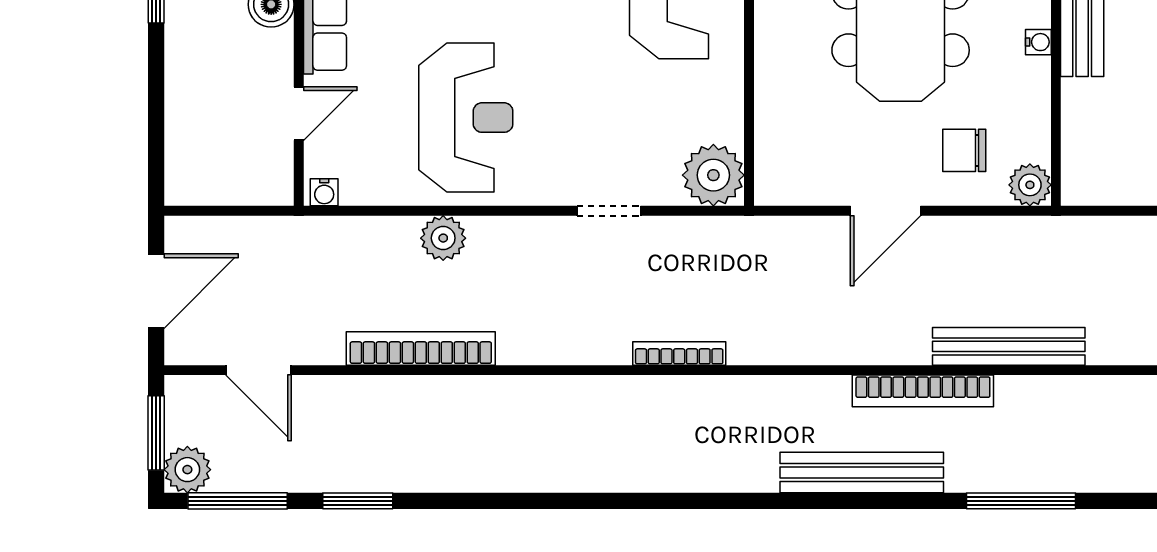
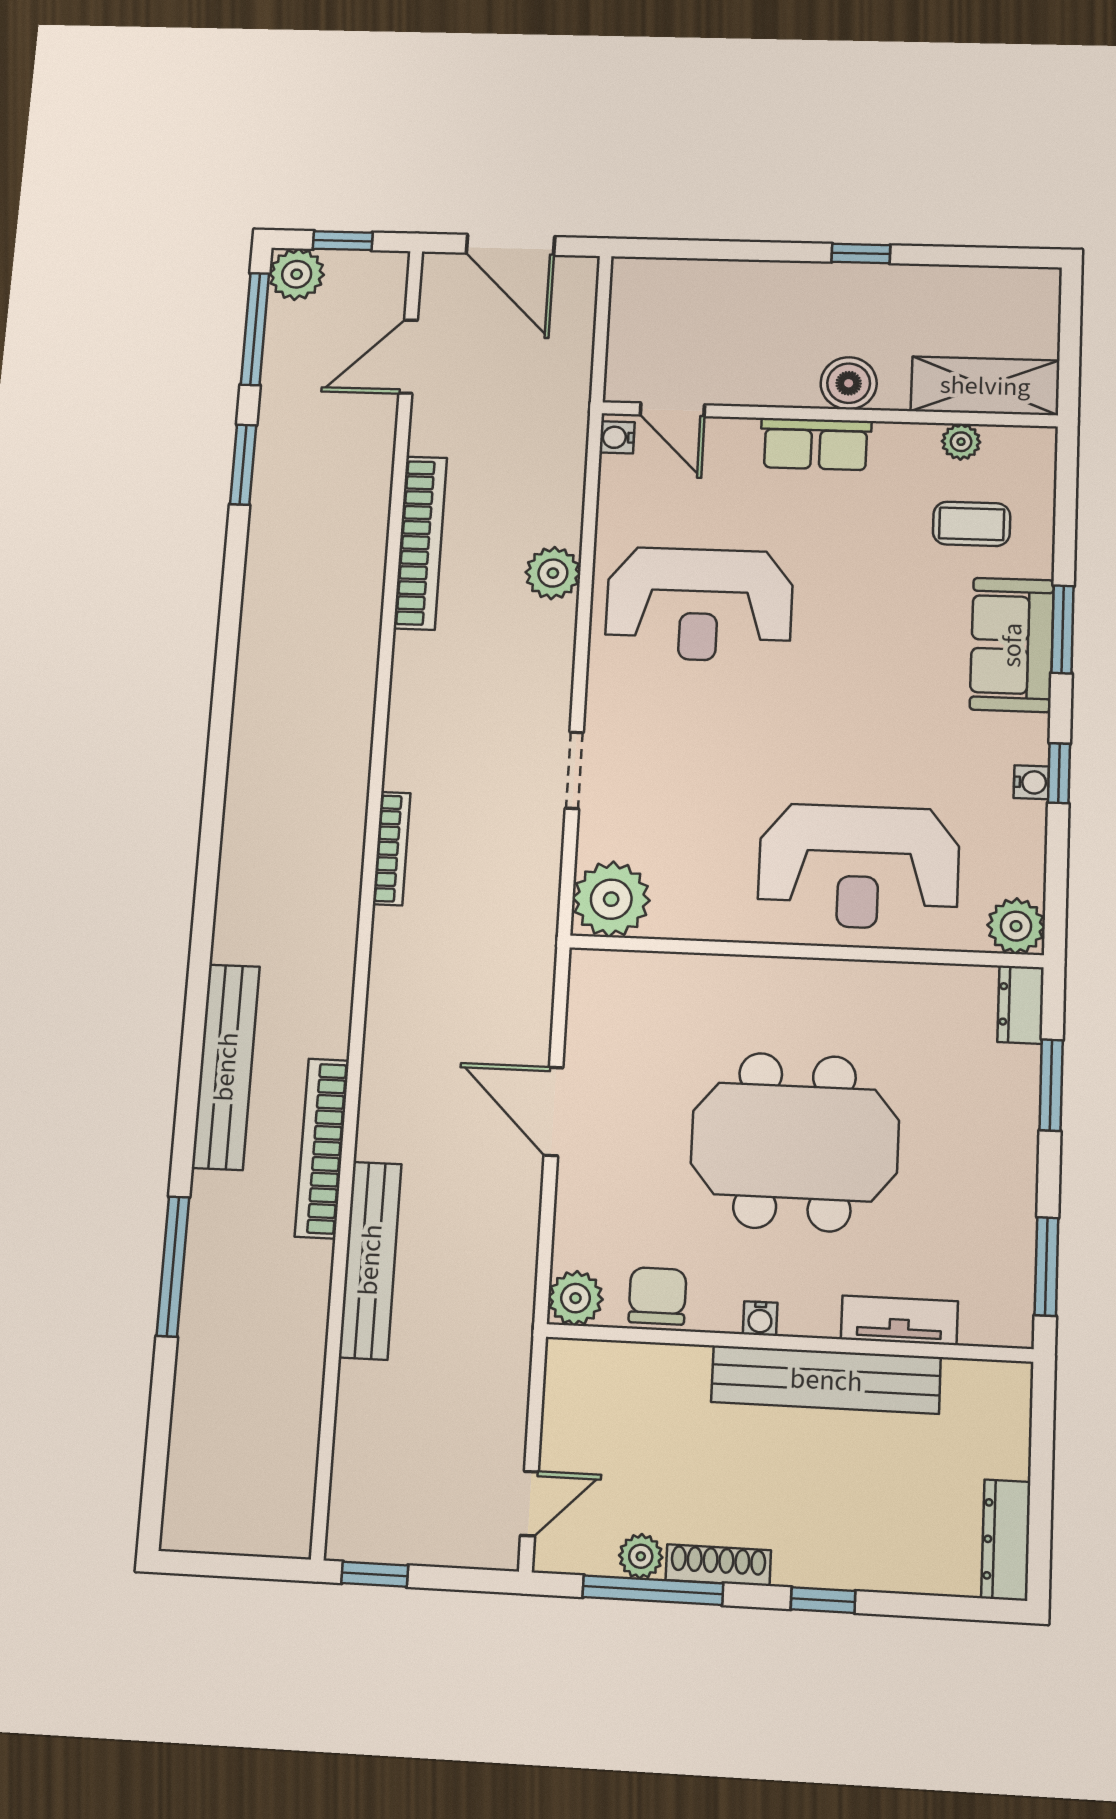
door: (299, 114) -> (672, 410), moved
chair: (964, 150) -> (657, 1296), moved
window: (156, 433) -> (343, 241), width x0.67

